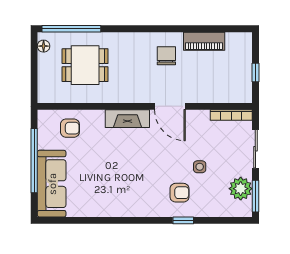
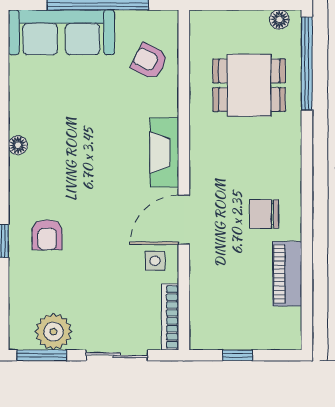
chair: (166, 56) -> (264, 214), turned 180
dining table: (85, 65) -> (249, 85), turned 90
armchair: (70, 128) -> (149, 61), turned 117
side table: (200, 167) -> (155, 261), moved
floor lamp: (123, 211) -> (18, 145), added

